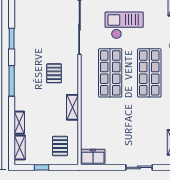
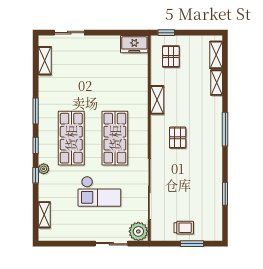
window: (12, 39) -> (225, 194), moved
window: (41, 167) -> (166, 33), moved
sliding door: (139, 167) -> (69, 33), moved

